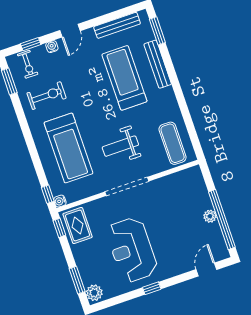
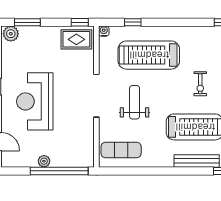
exercise bike: (47, 96) -> (200, 84), moved, width x0.73, depth x0.72
window: (48, 194) -> (133, 22), moved
window: (222, 219) -> (59, 171), moved
reception desk: (132, 250) -> (35, 101), moved, turned -90

